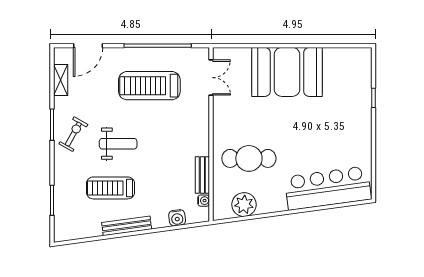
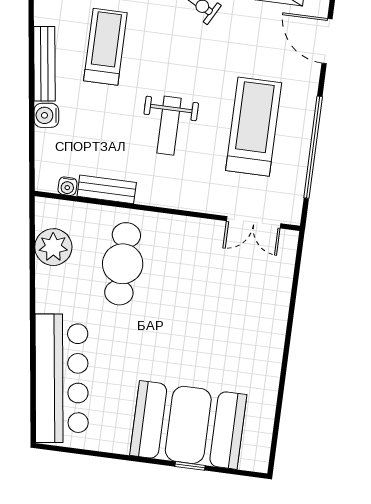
booth: (287, 72) -> (188, 425), moved, turned 90
weight bench: (118, 144) -> (169, 126), moved
water cooler: (177, 218) -> (46, 115), moved

